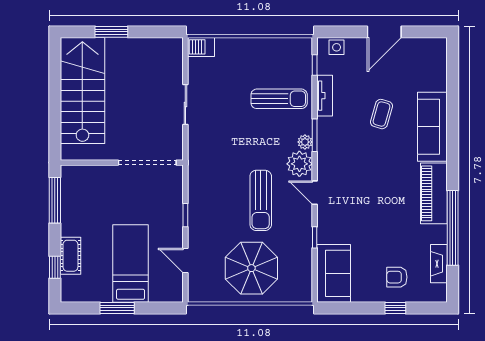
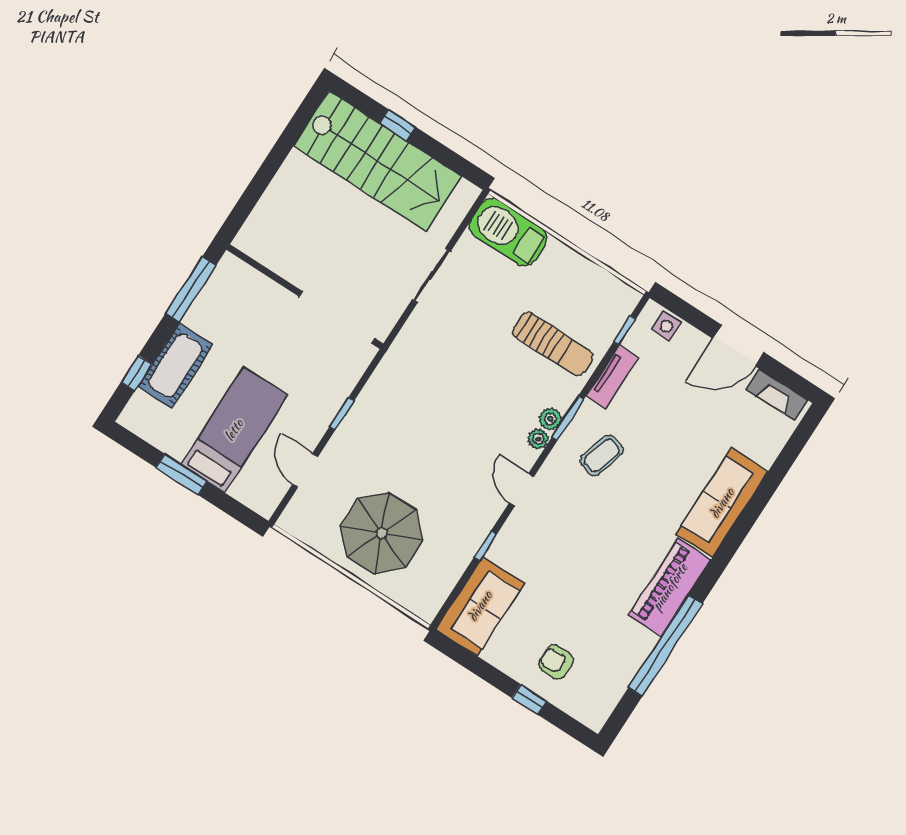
window: (111, 32) -> (397, 125), width x0.67
barbecue: (201, 47) -> (508, 232), width x1.88, depth x1.53
stairs: (82, 91) -> (378, 161), moved, turned 90
coffee table: (381, 114) -> (602, 455), moved
plant: (299, 164) -> (538, 439), width x0.53, depth x0.53
sun lounger: (261, 200) -> (448, 456), removed
cot: (70, 256) -> (175, 366), width x1.37, depth x1.34
fireplace: (439, 264) -> (777, 395), moved, turned -90

